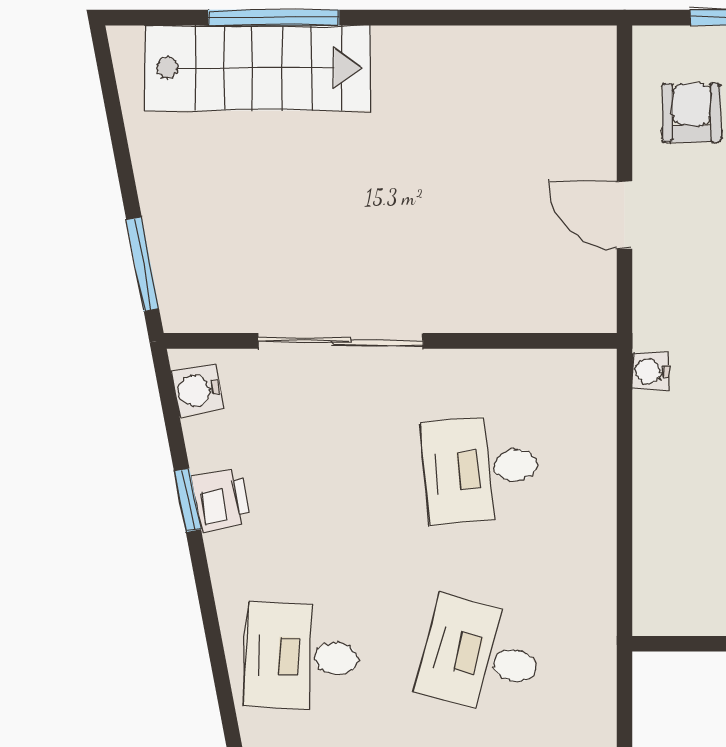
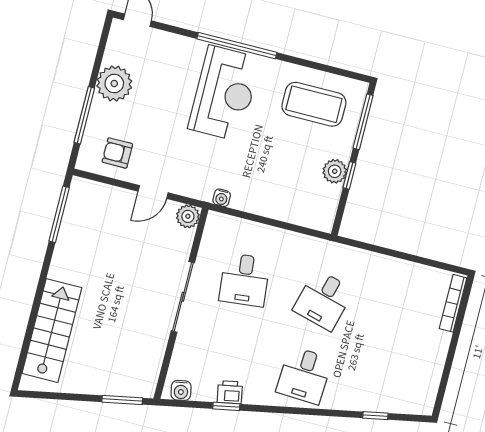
window: (274, 18) -> (59, 214), moved
plant: (590, 306) -> (188, 216), added
sliding door: (341, 341) -> (183, 297), moved

